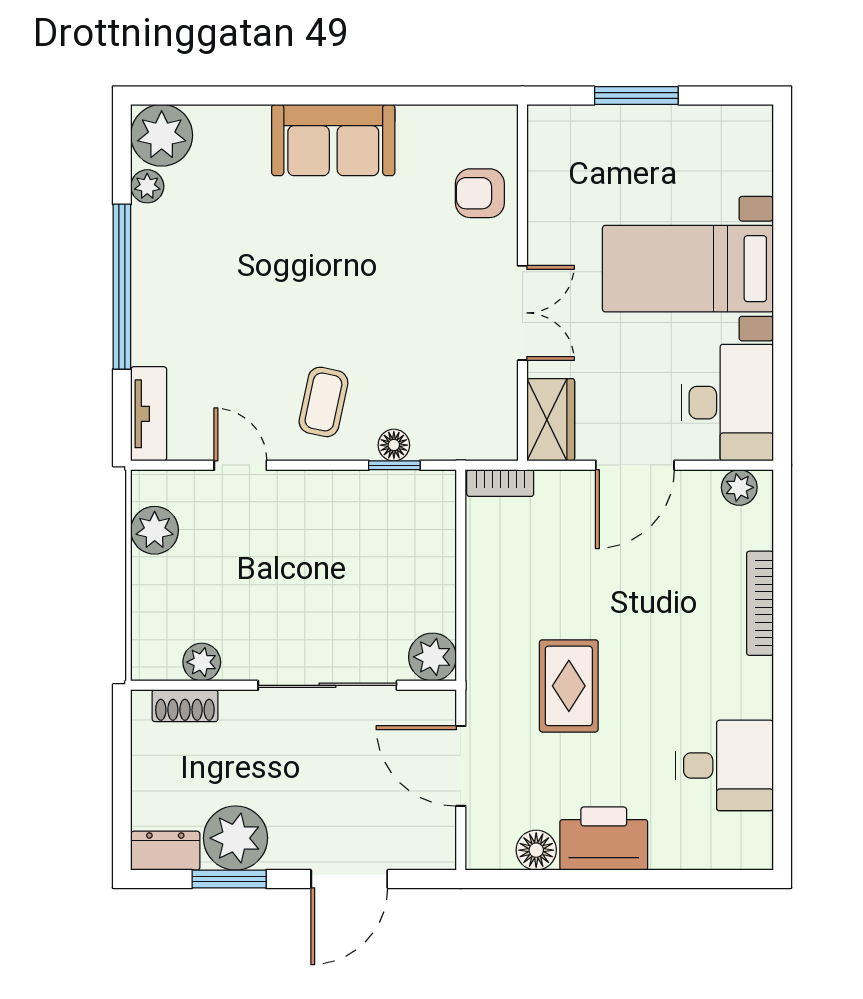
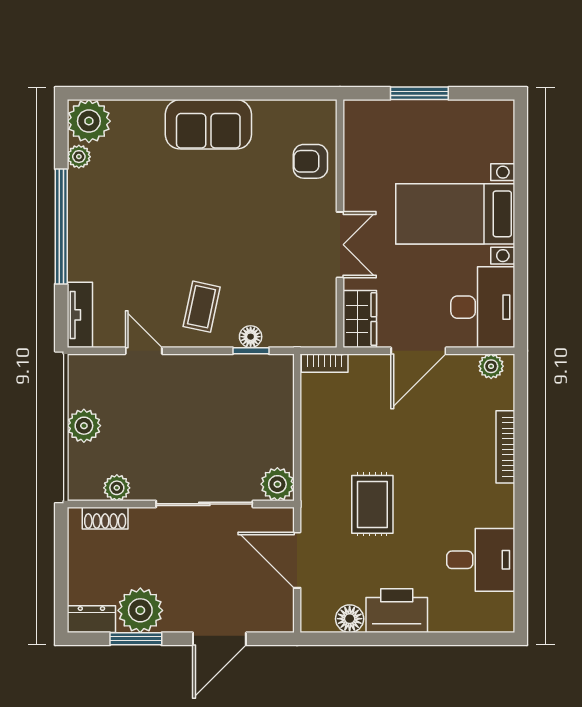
plant: (155, 530) -> (84, 426), moved

